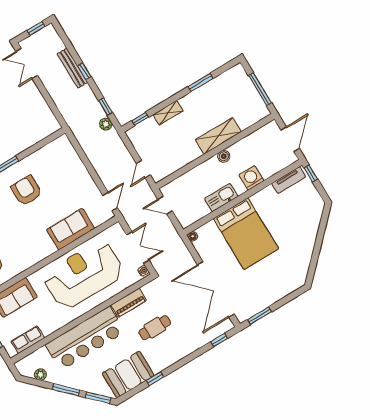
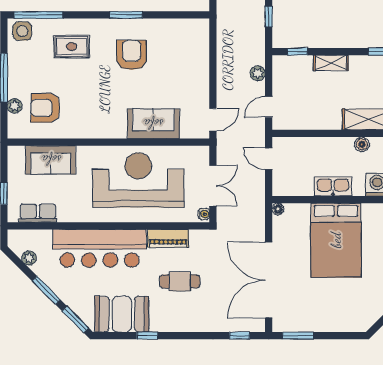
plant: (106, 124) -> (258, 73), moved

